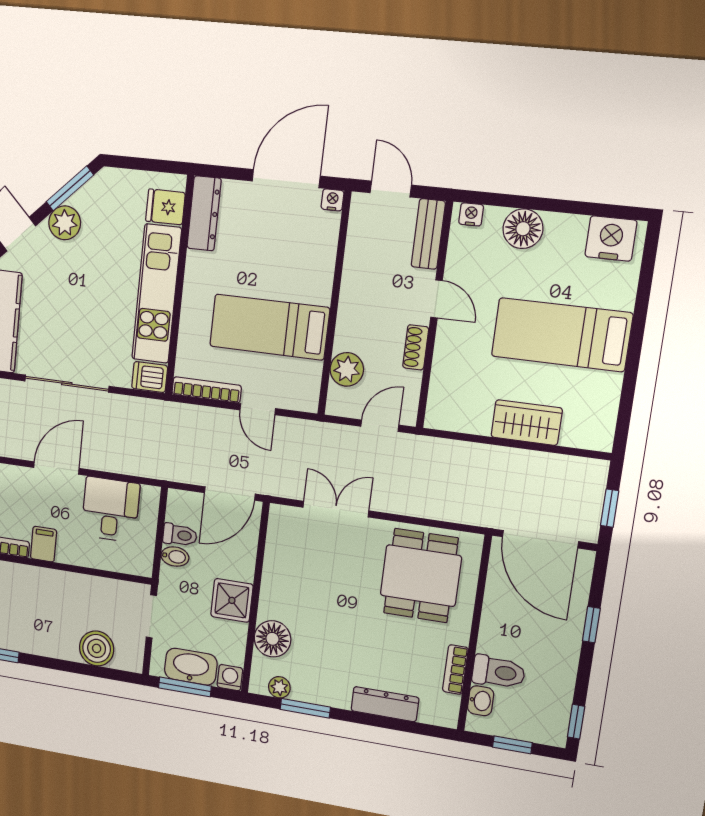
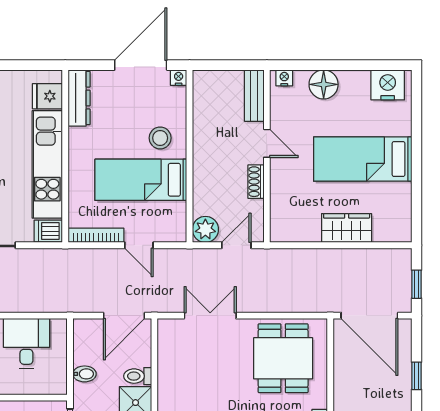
door: (391, 189) -> (222, 65), removed
stool: (300, 276) -> (160, 138), added
plant: (347, 369) -> (205, 229), moved
toilet: (180, 535) -> (138, 376), moved, turned 180

